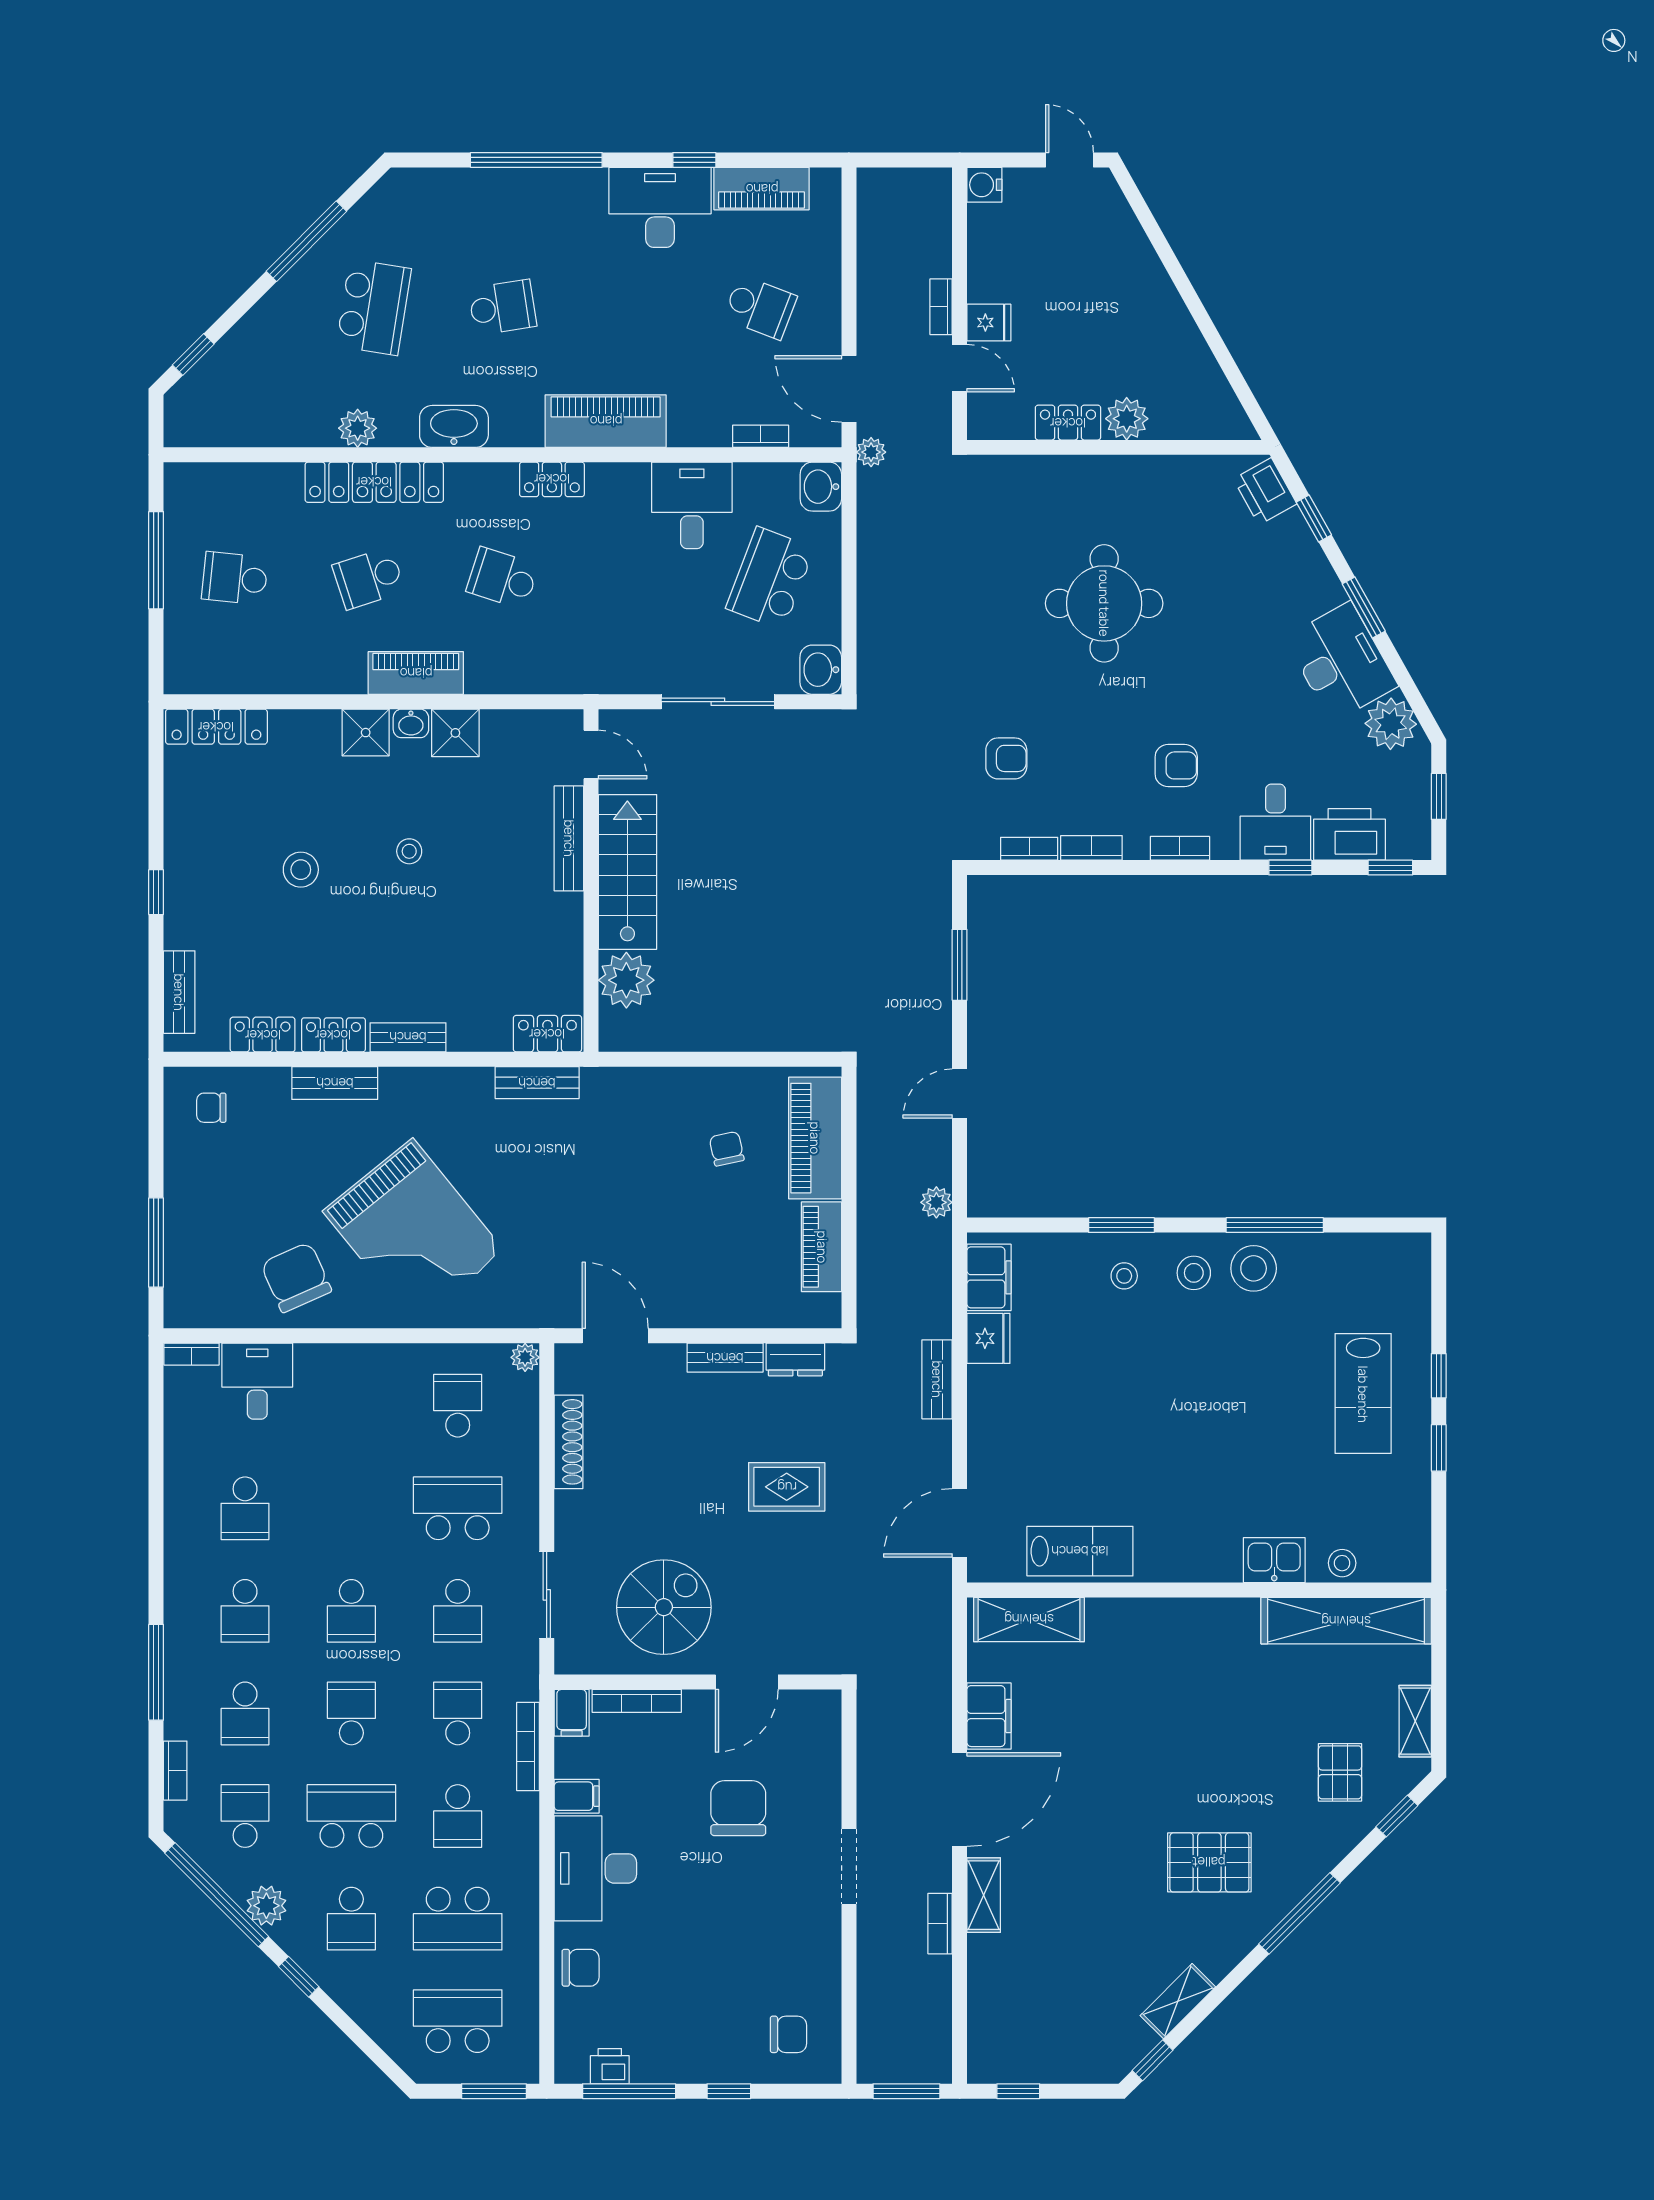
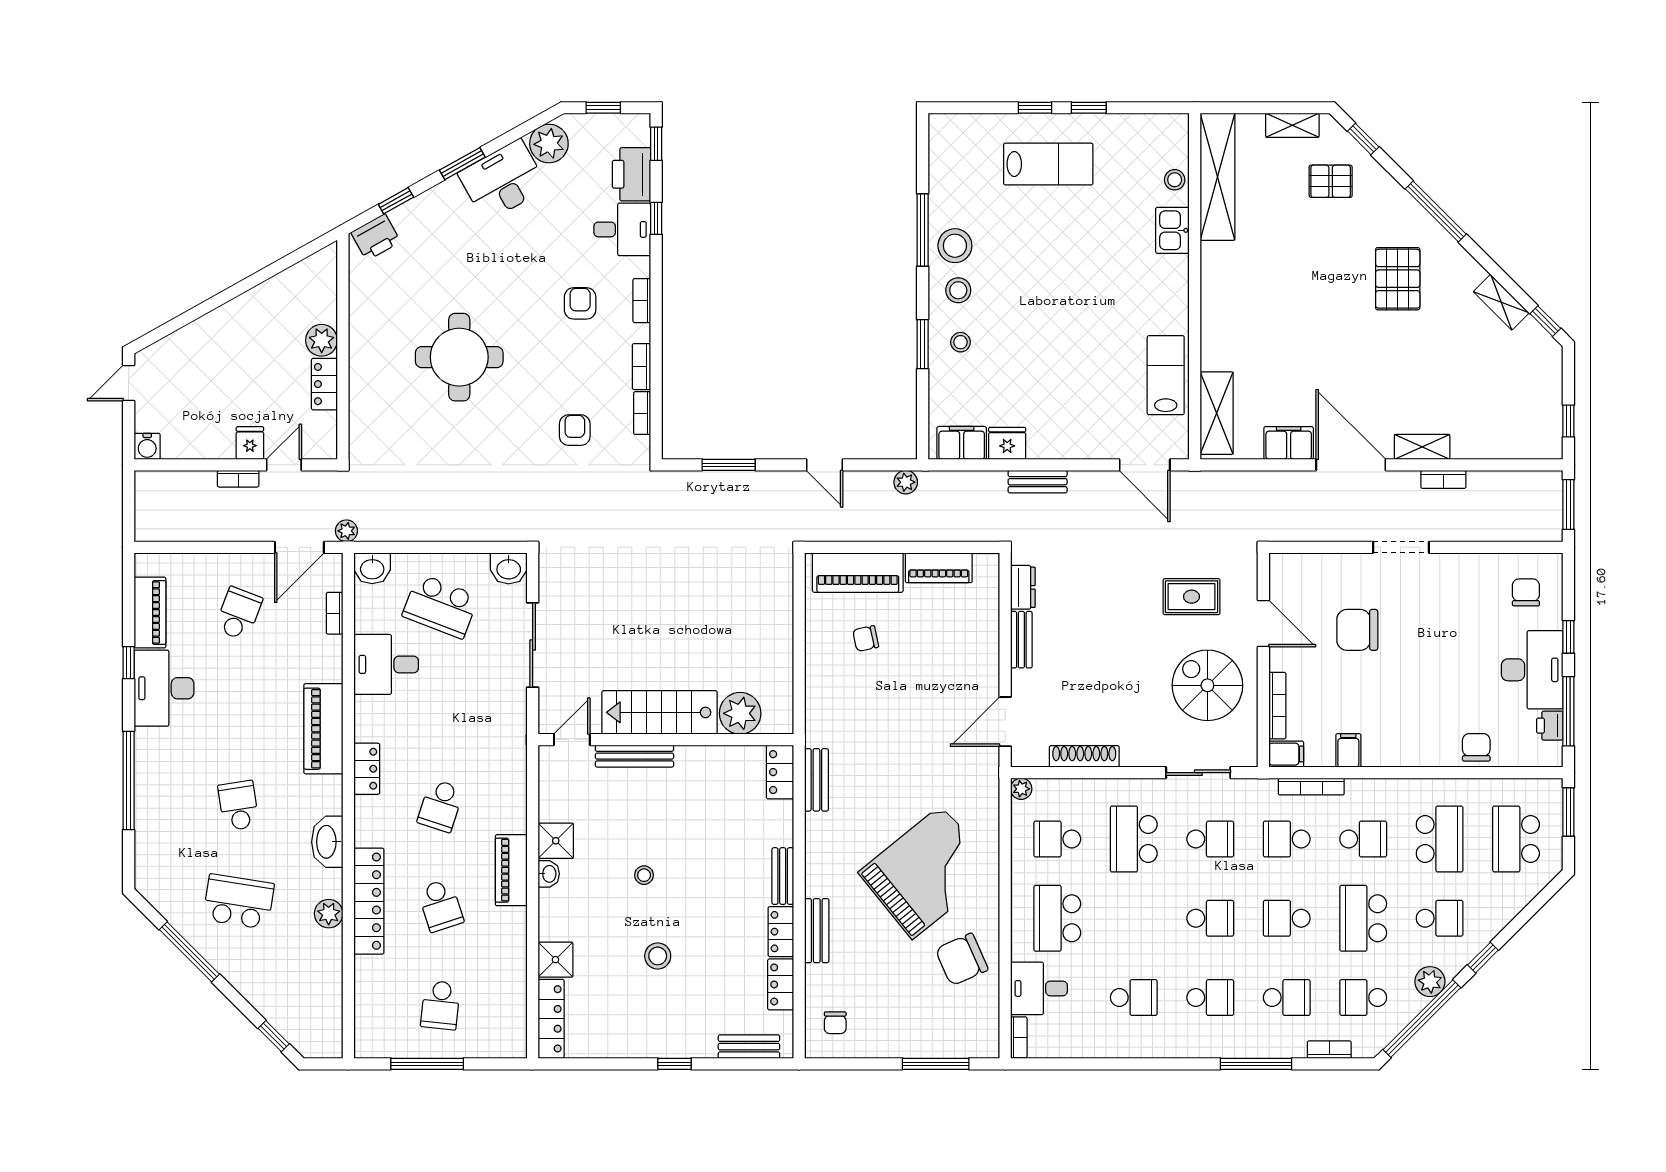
shower: (366, 733) -> (555, 960), moved
school desk: (351, 1406) -> (1057, 918), added
rug: (787, 1487) -> (1192, 597), moved, turned 90
desk: (595, 1868) -> (1532, 670), moved, turned -90

